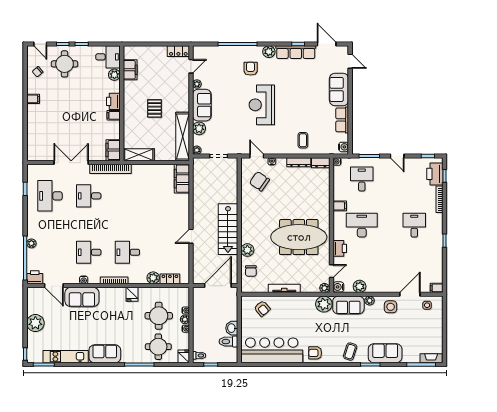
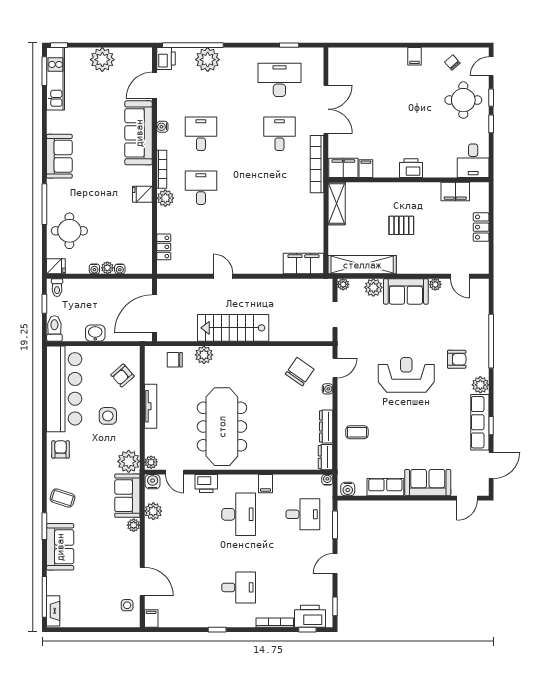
locker: (178, 51) -> (481, 227), moved
plant: (114, 75) -> (448, 170), removed
filing cabinet: (114, 115) -> (366, 169), moved
plant: (31, 243) -> (208, 60), width x1.88, depth x1.88
plant: (153, 278) -> (165, 198), moved
door: (218, 286) -> (154, 314), swing flipped
sofa: (82, 297) -> (139, 133), width x1.36
side table: (391, 307) -> (108, 416), moved
round table: (159, 316) -> (112, 231), removed
toilet: (228, 342) -> (54, 328), moved
kitchen unit: (66, 357) -> (55, 79), moved

